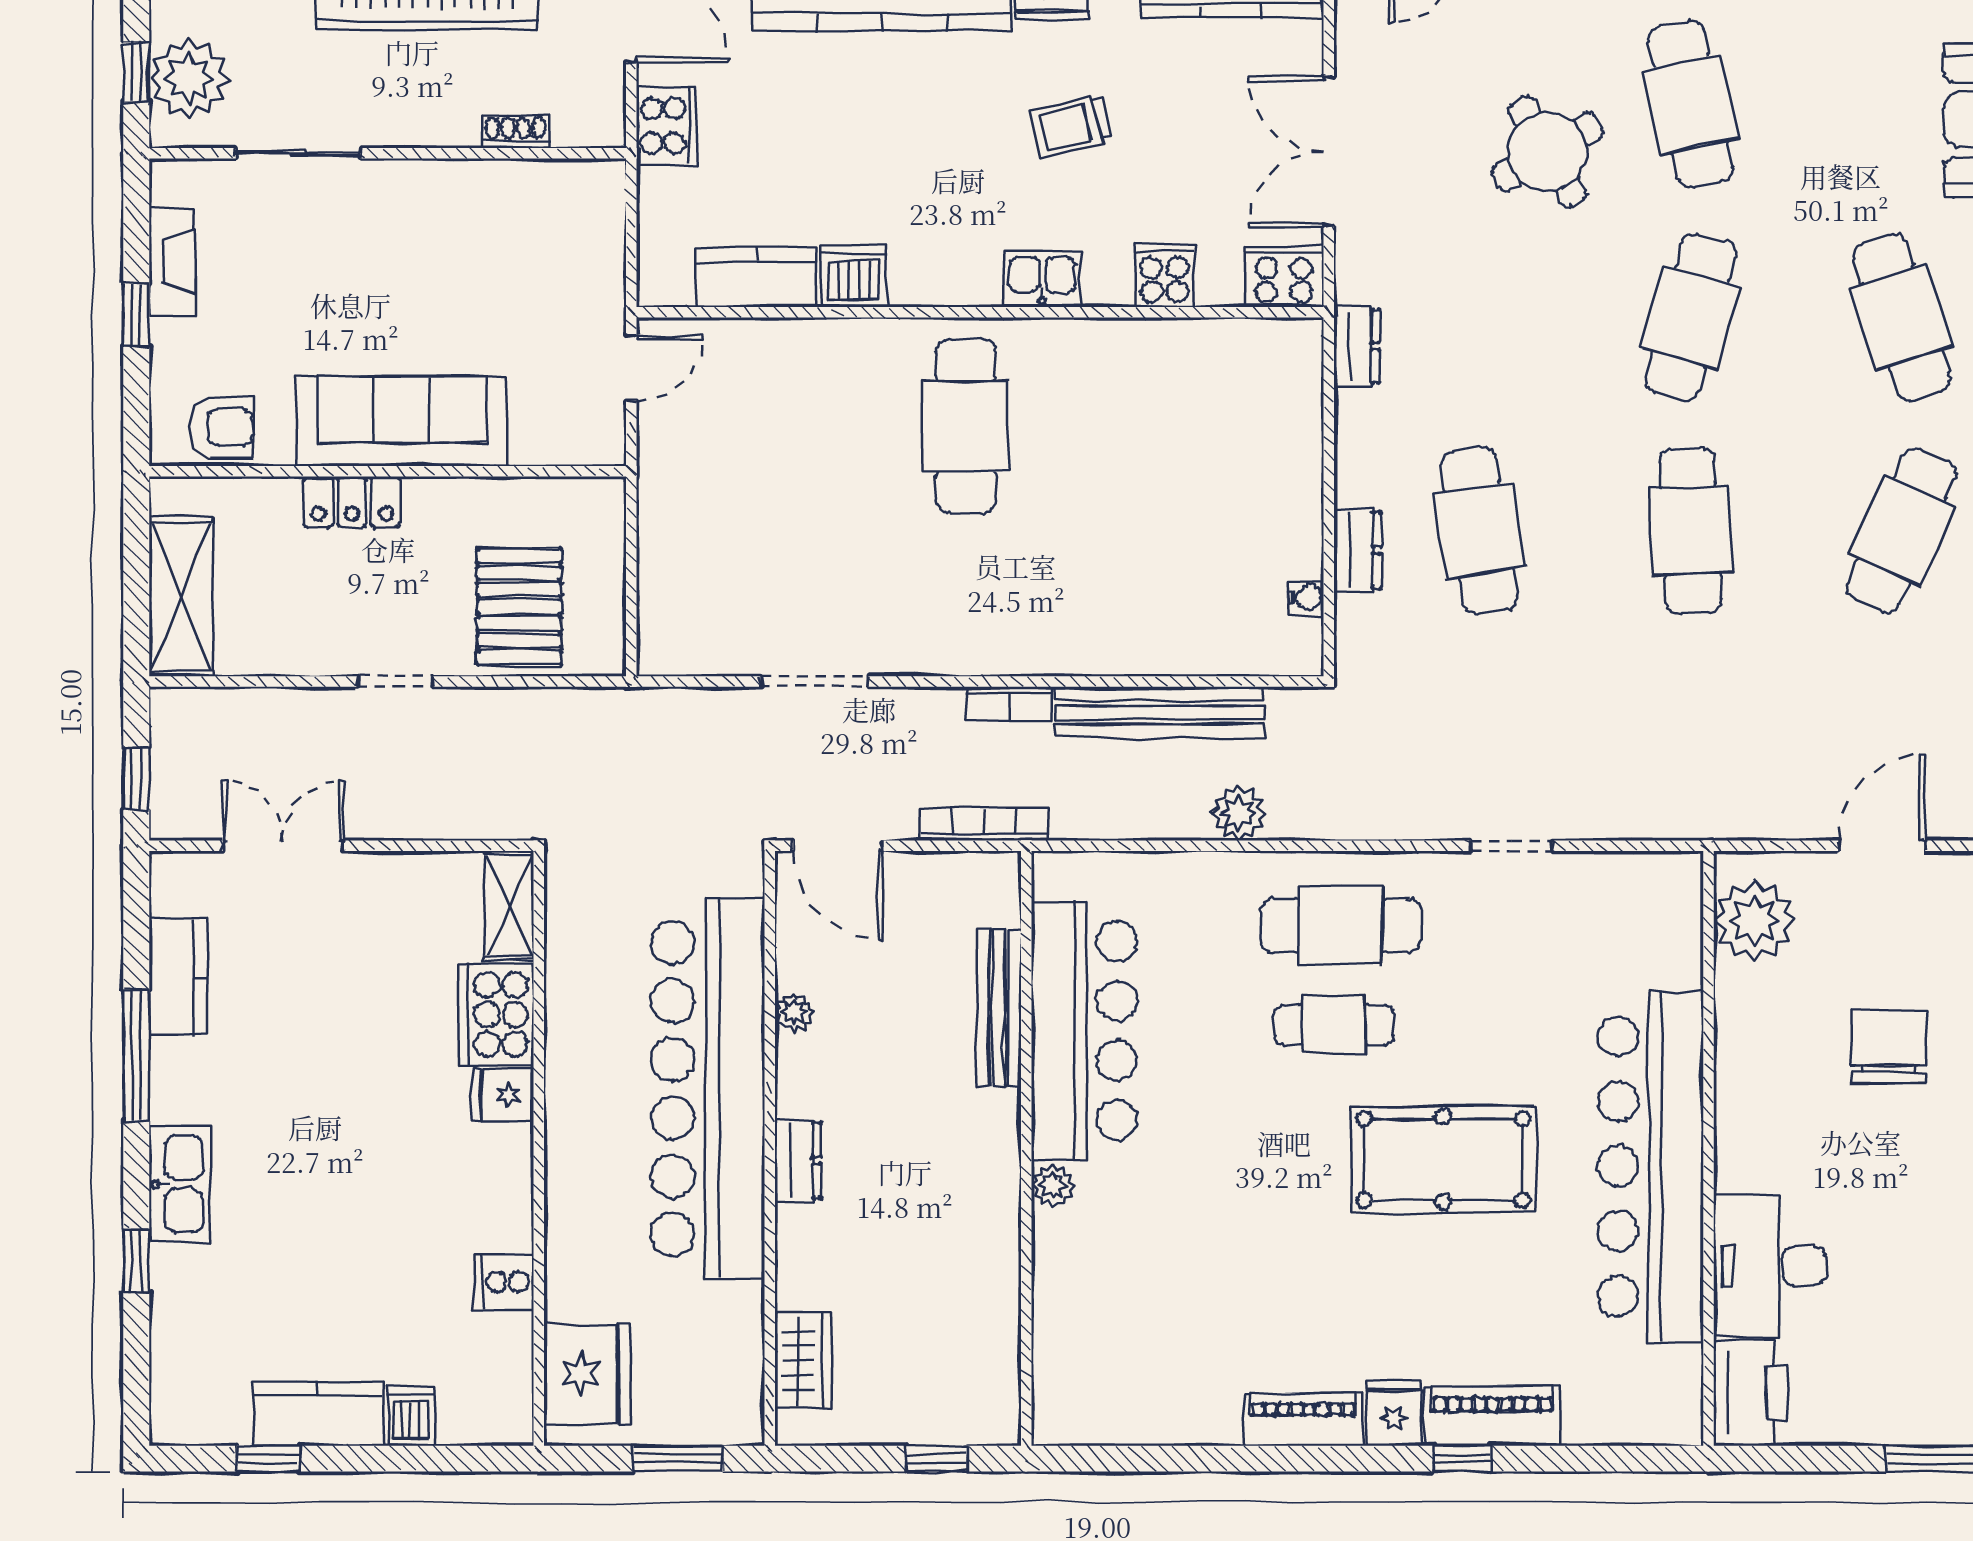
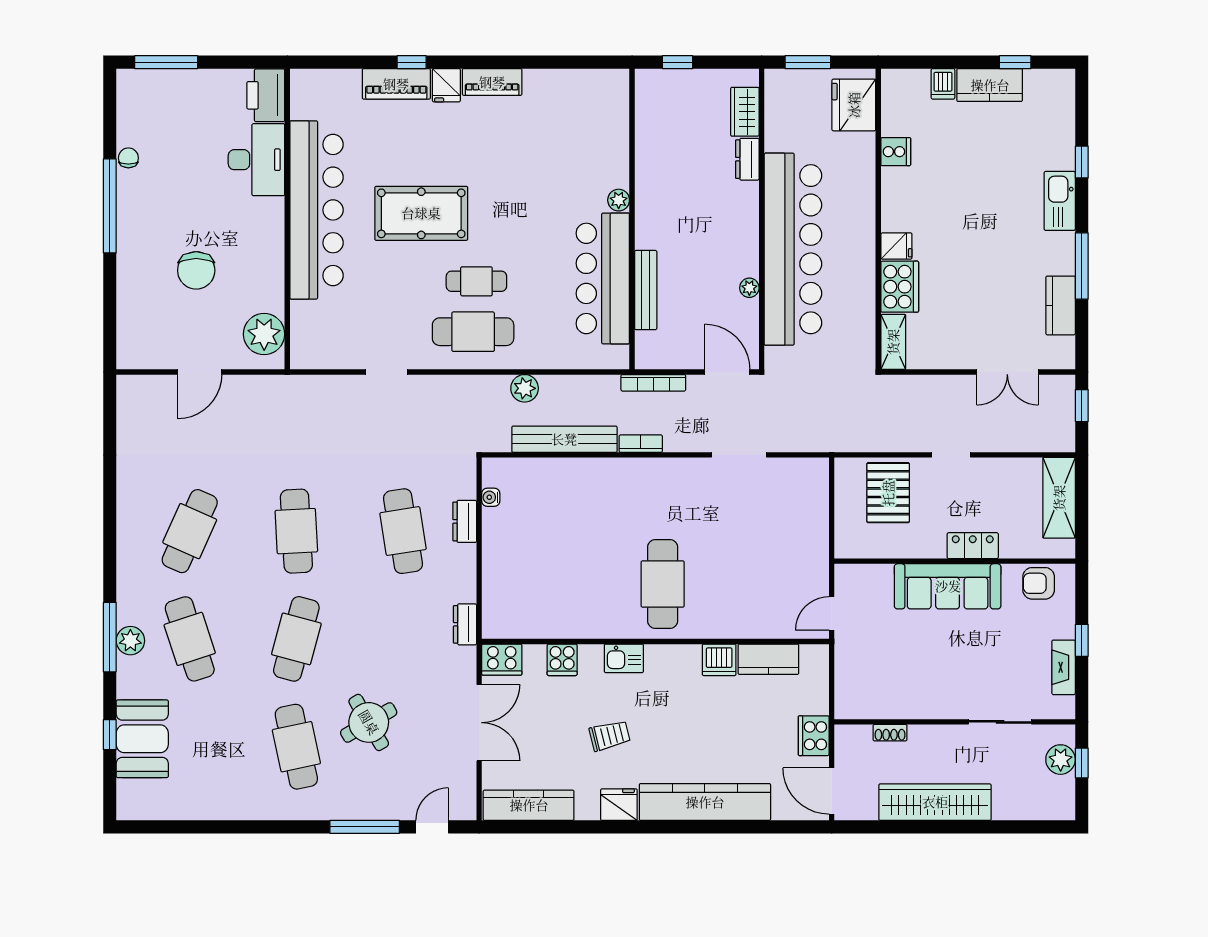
plant: (189, 79) -> (1061, 760), width x0.73, depth x0.73
dresser: (798, 1160) -> (747, 159), moved

